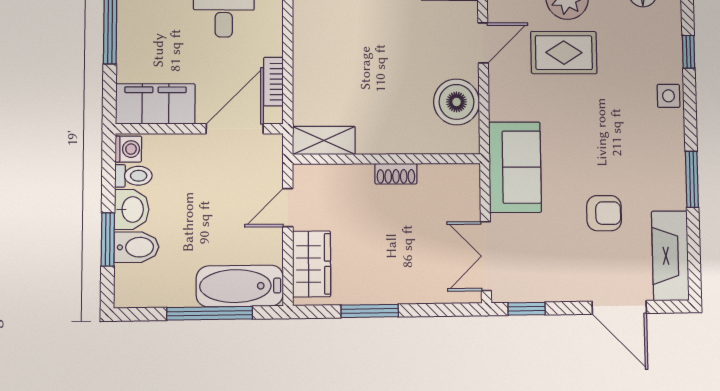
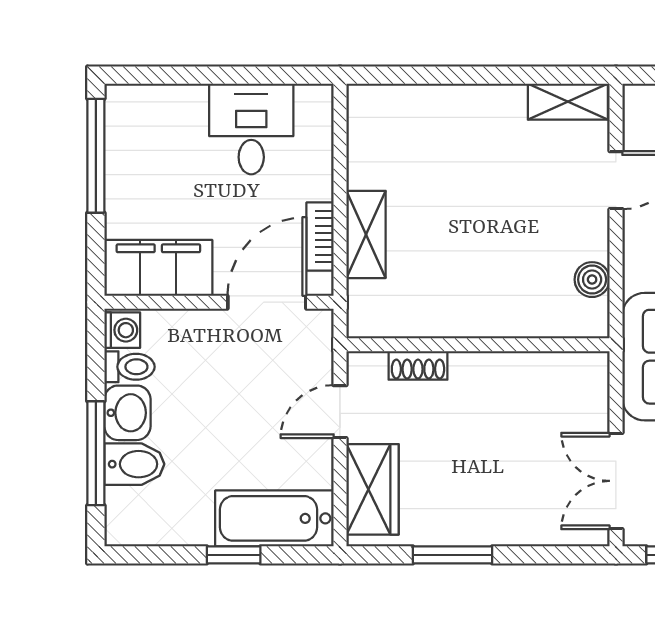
boiler: (457, 102) -> (592, 280), width x0.54, depth x0.54
shelving: (324, 140) -> (366, 234), moved, turned 90
shoe rack: (396, 174) -> (418, 365), moved
window: (108, 239) -> (96, 453), width x1.44
window: (210, 313) -> (234, 555), width x0.46

